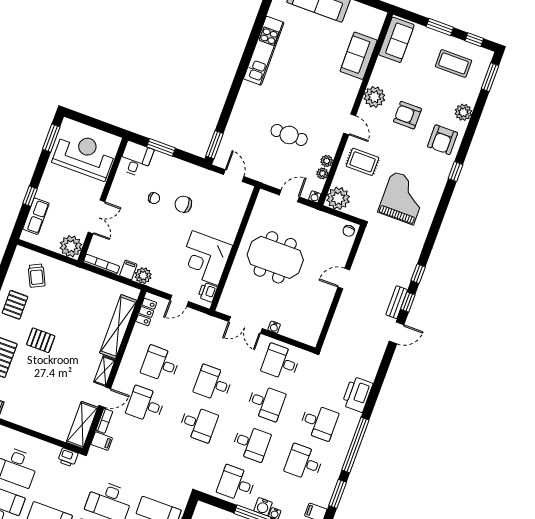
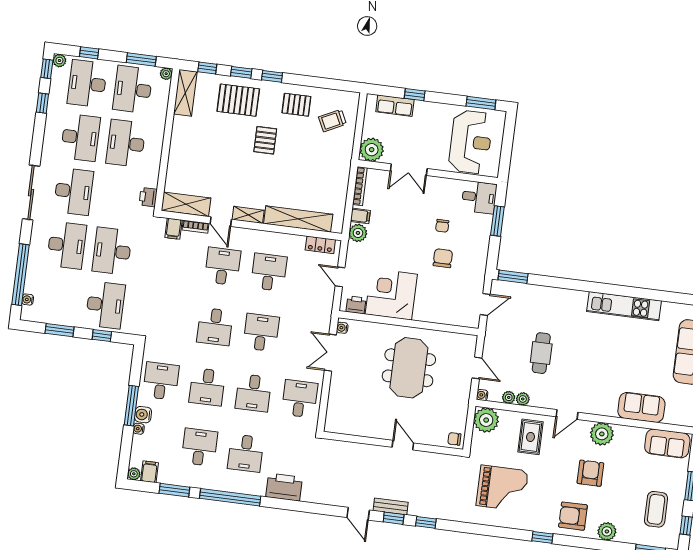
water cooler: (274, 327) -> (342, 328), moved

